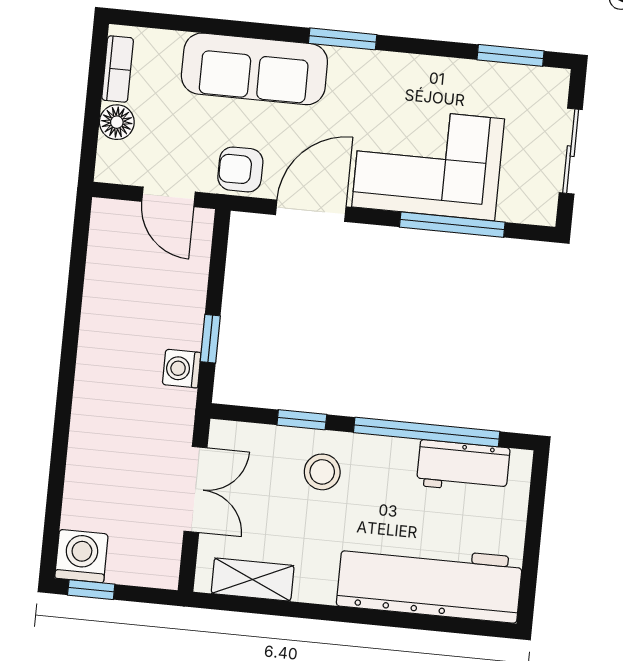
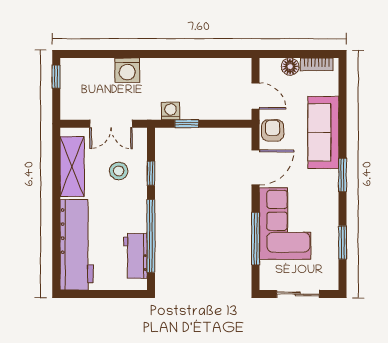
window: (511, 55) -> (343, 242), moved
door: (169, 197) -> (256, 96), swing flipped
door: (311, 211) -> (256, 167), hinge flipped
stool: (322, 472) -> (119, 171), moved
washing machine: (81, 556) -> (127, 70), moved, turned 90
shelving: (253, 580) -> (72, 167), width x1.50, depth x1.33

